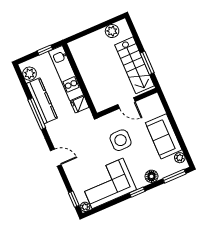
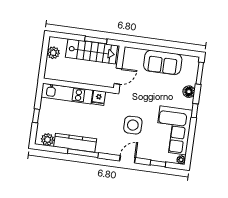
kitchen unit: (66, 73) -> (67, 94), moved
wall: (80, 79) -> (78, 86), moved
fridge: (80, 104) -> (99, 98), moved
side table: (121, 140) -> (133, 125), moved
plant: (180, 158) -> (188, 60), removed
window: (74, 199) -> (158, 163), moved

